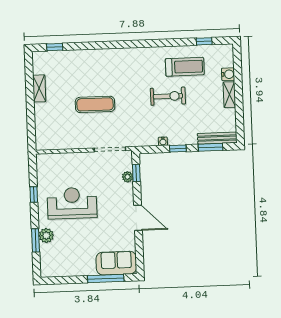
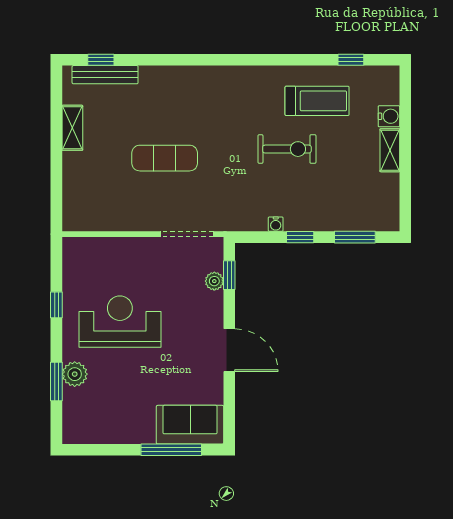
bench: (217, 138) -> (105, 75), moved

